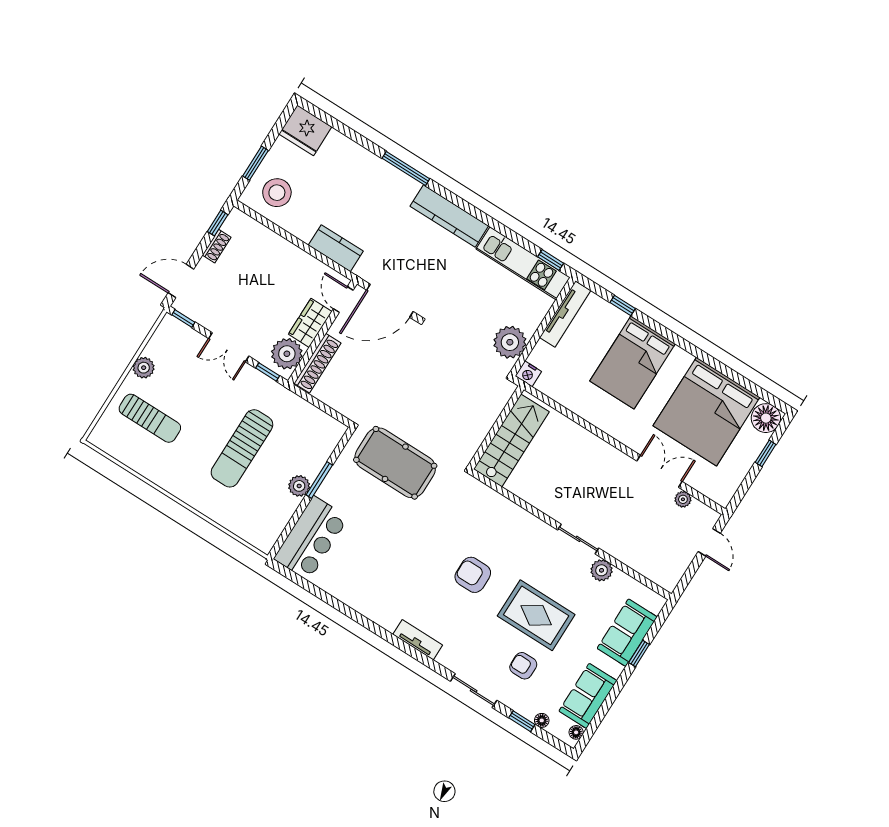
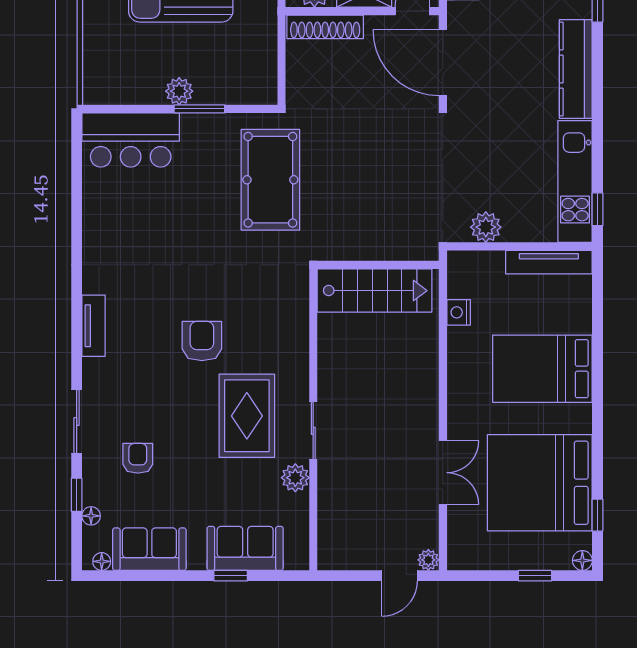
window: (623, 305) -> (598, 515), moved
plant: (510, 342) -> (486, 227), width x0.73, depth x0.73
nightstand: (528, 374) -> (459, 312), moved
floor lamp: (766, 418) -> (582, 560), width x0.53, depth x0.53
plant: (683, 499) -> (428, 560), moved
rug: (536, 615) -> (247, 416), moved

